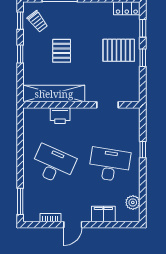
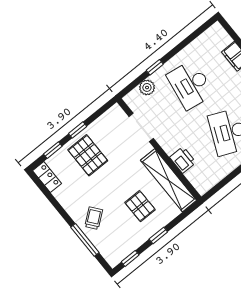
trolley: (37, 21) -> (94, 218), moved
pallet: (62, 51) -> (140, 206), moved, turned 90
doorway: (108, 105) -> (141, 127), width x1.38
plant: (133, 202) -> (147, 87), moved

